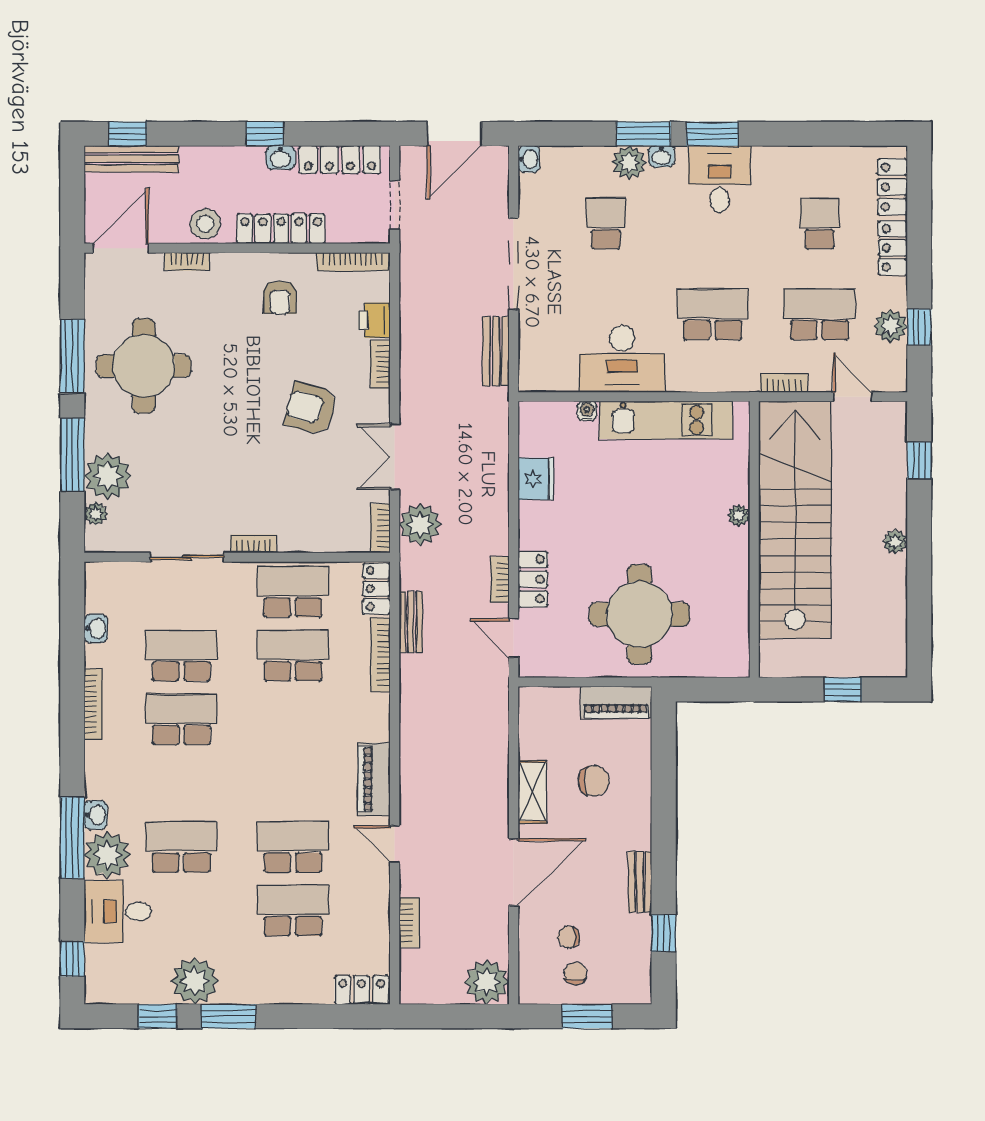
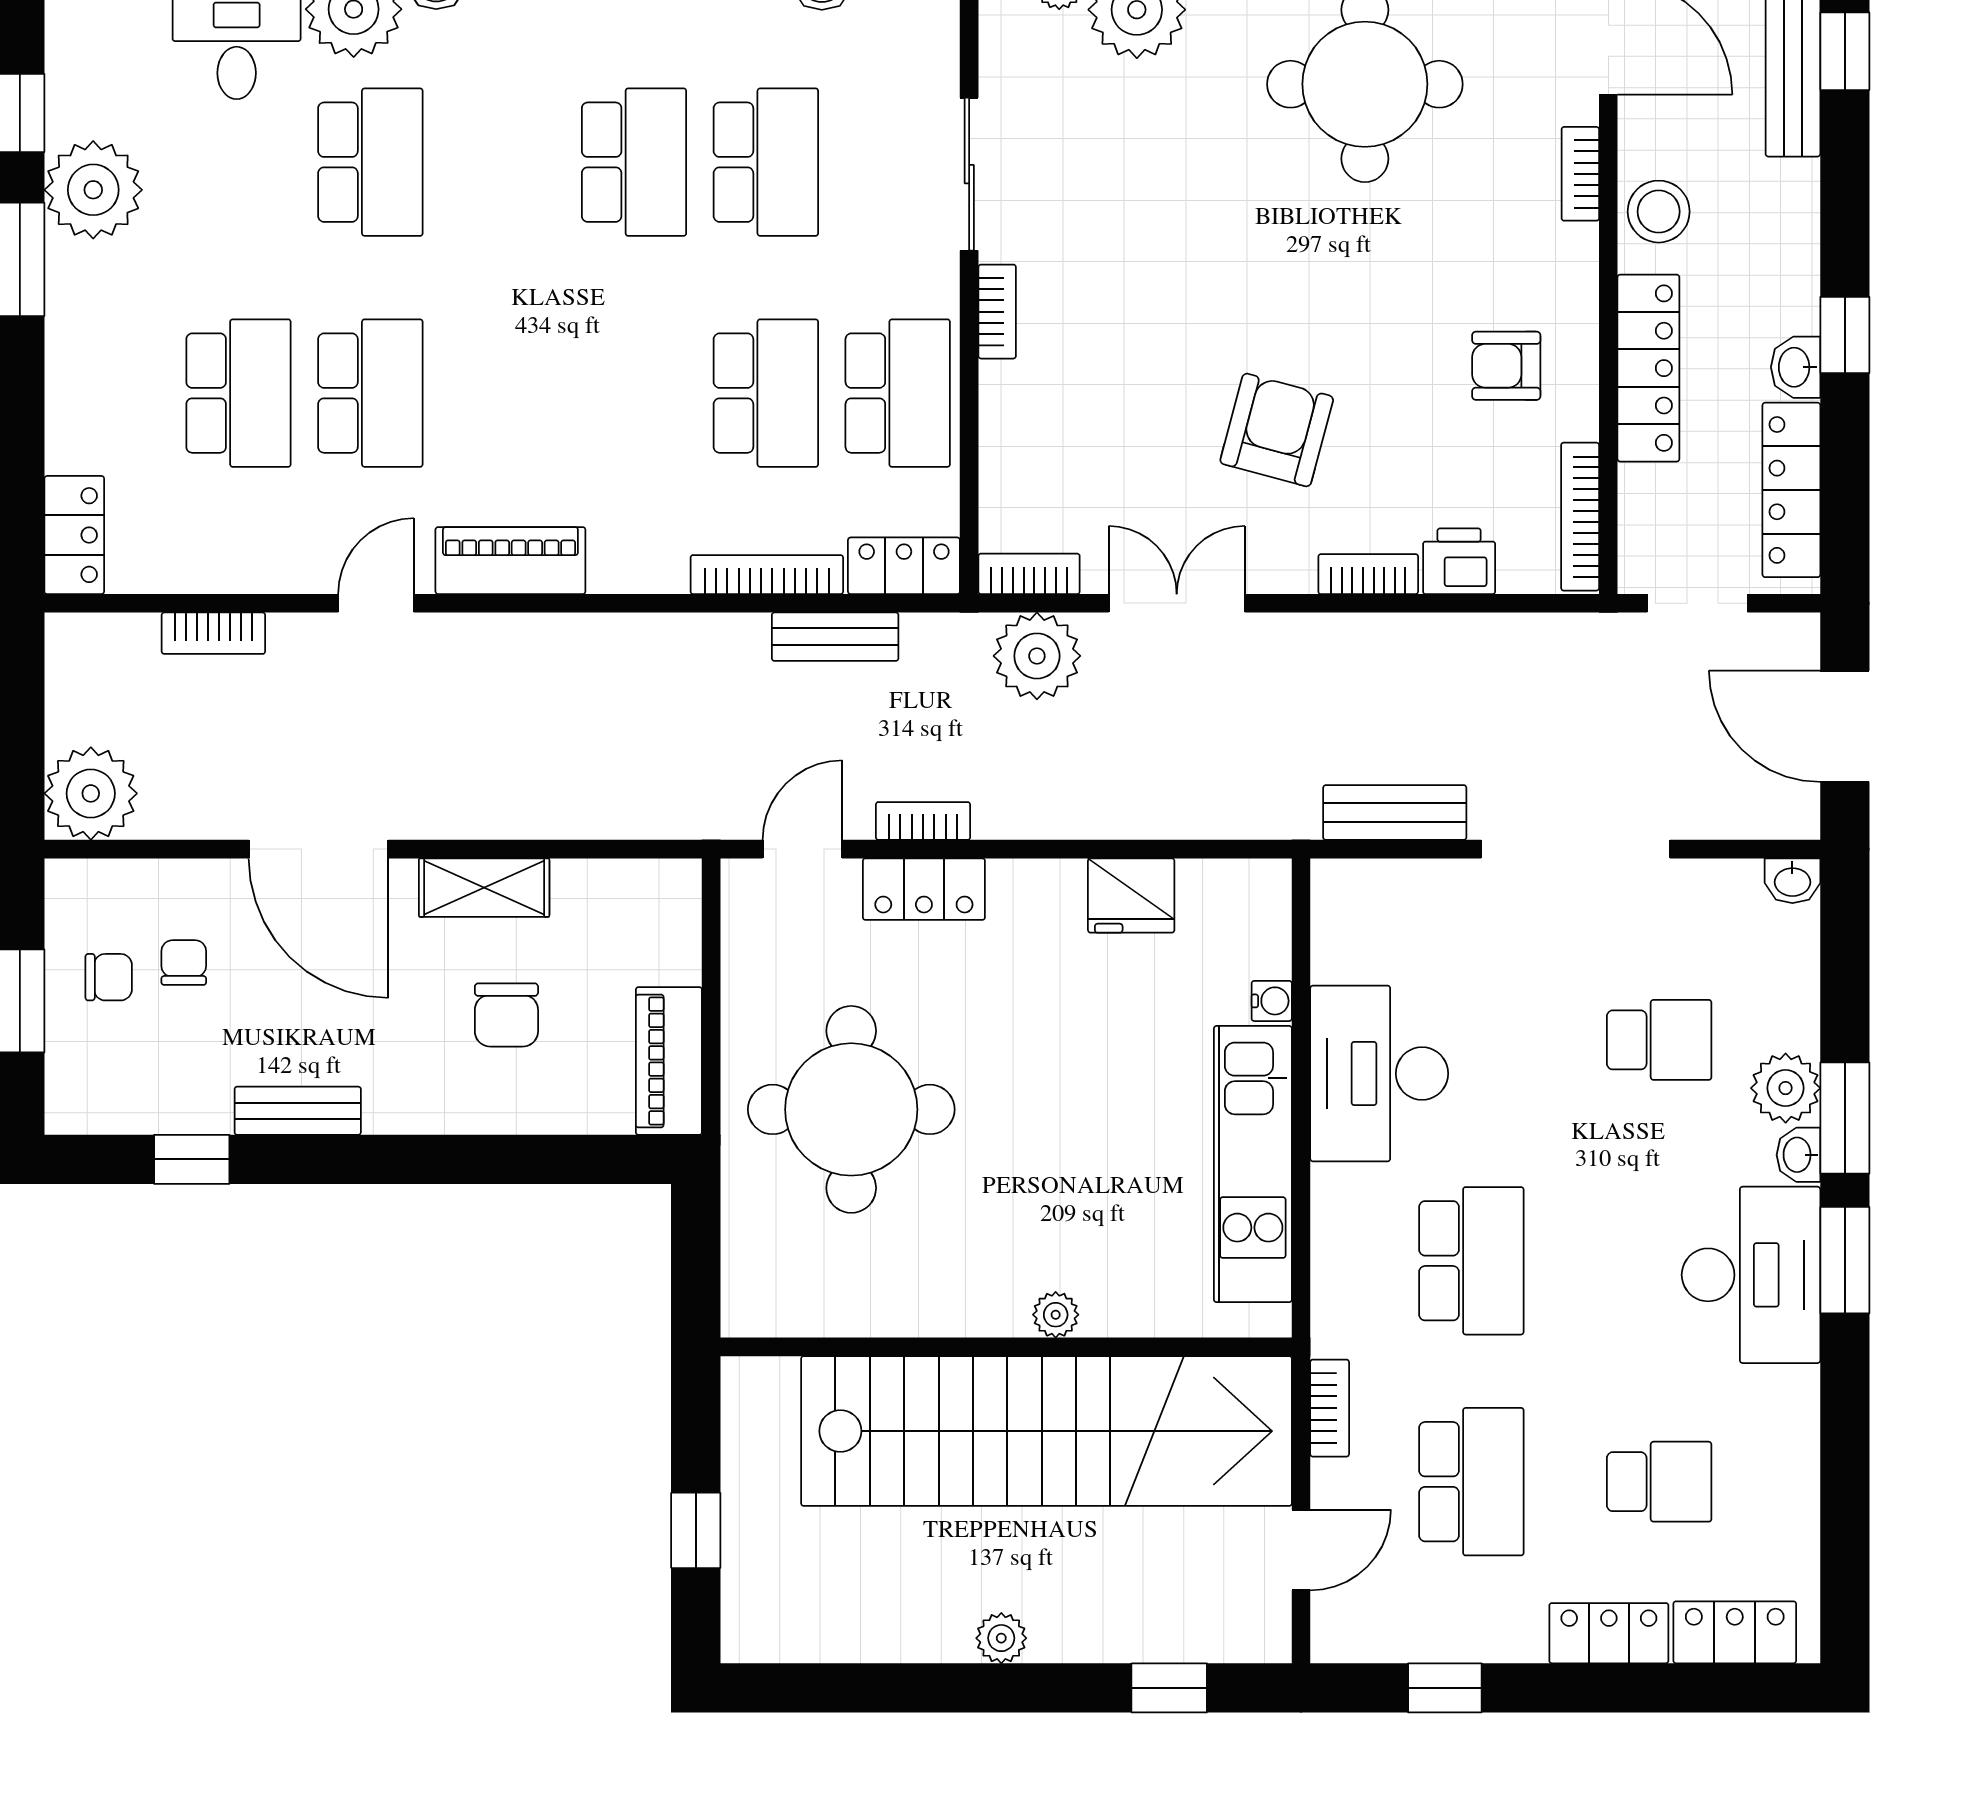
desk: (719, 179) -> (1751, 1275), width x1.37
plant: (891, 326) -> (1447, 1629), removed

